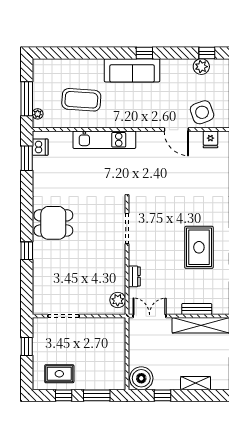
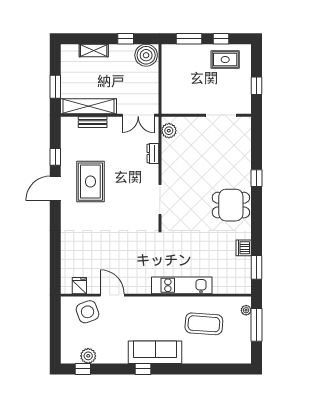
dishwasher: (40, 147) -> (244, 248), moved

